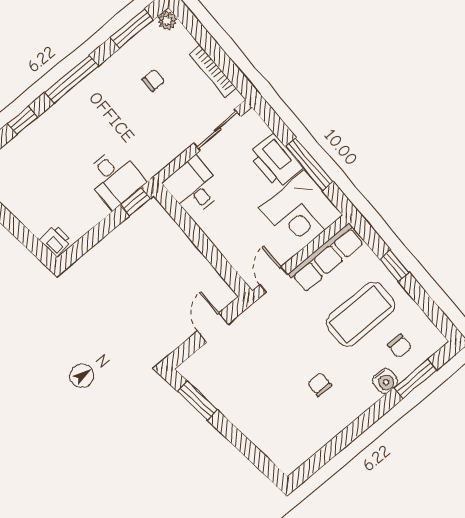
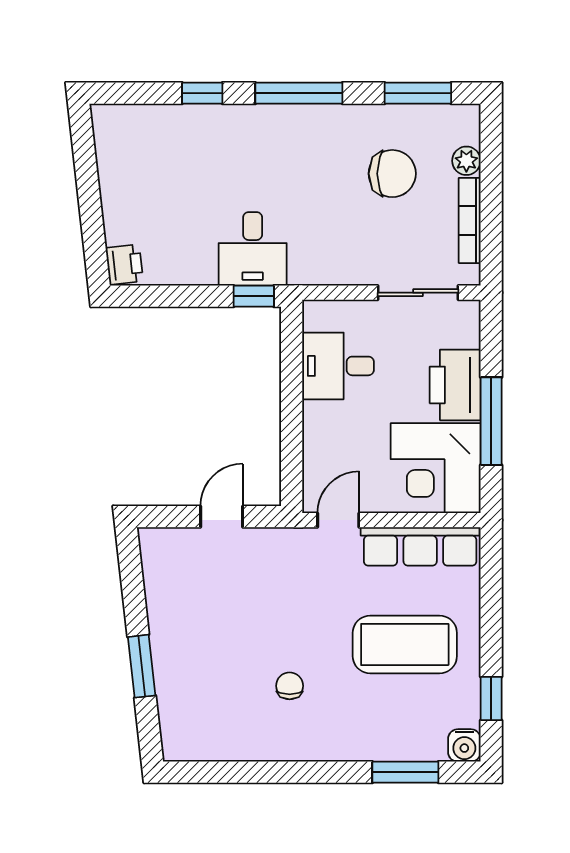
plant: (167, 20) -> (466, 161), moved
chair: (153, 80) -> (392, 174), width x1.87, depth x1.87
desk: (193, 187) -> (338, 366), moved, turned -90
window: (394, 266) -> (491, 699), moved
chair: (400, 346) -> (419, 719), removed
water cooler: (385, 381) -> (464, 745), moved
window: (197, 401) -> (142, 666), moved

